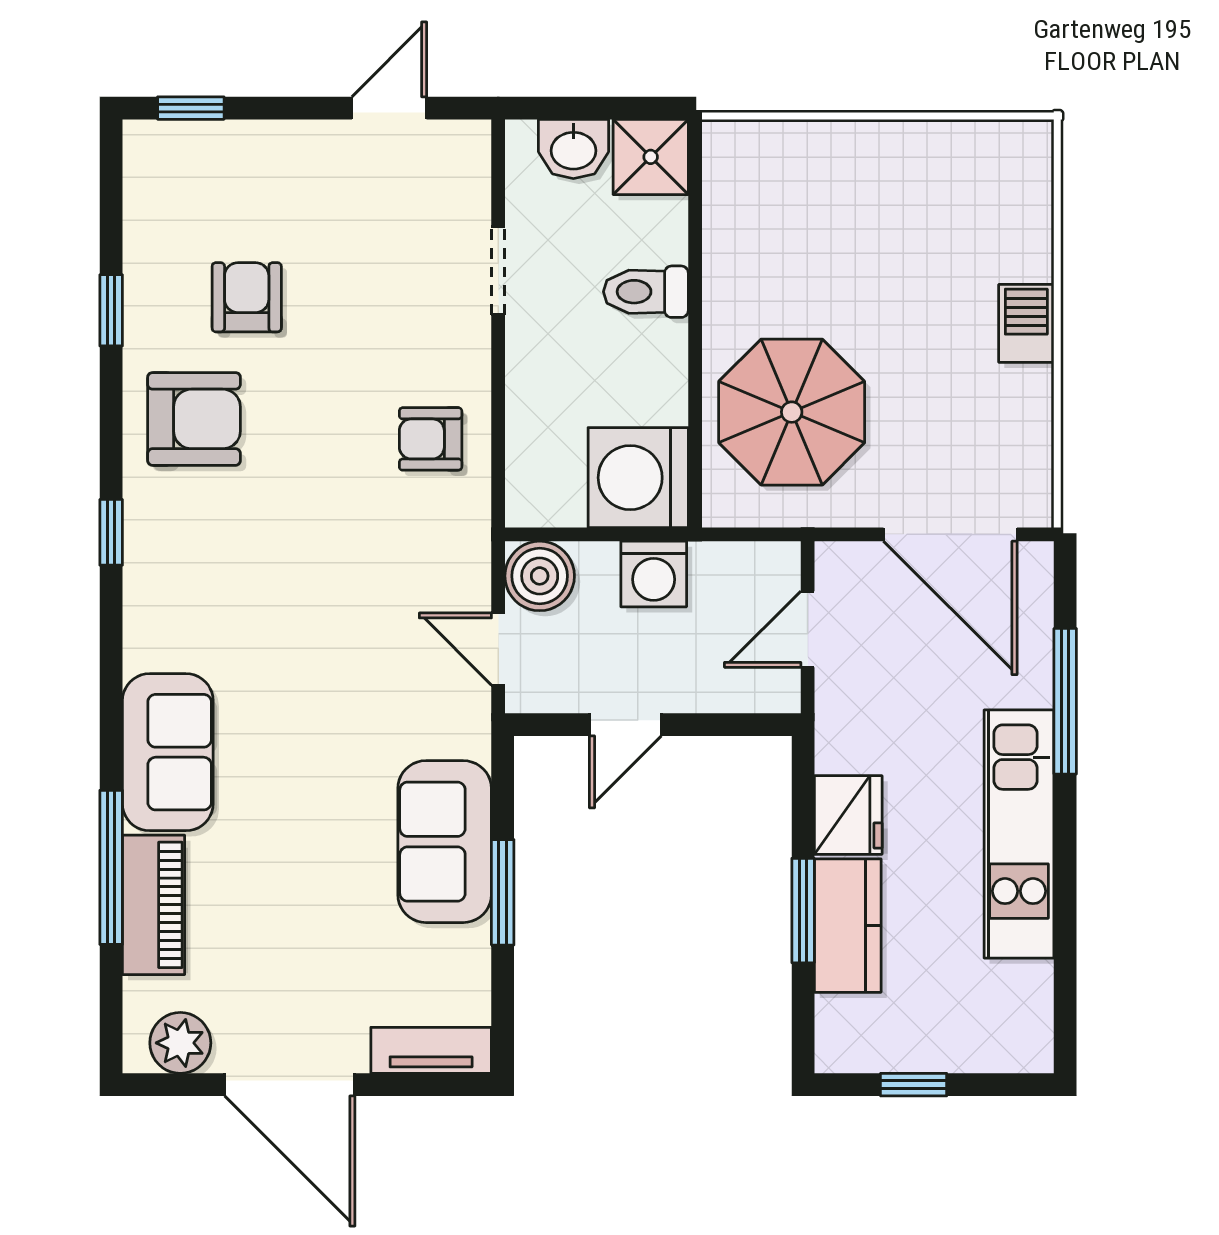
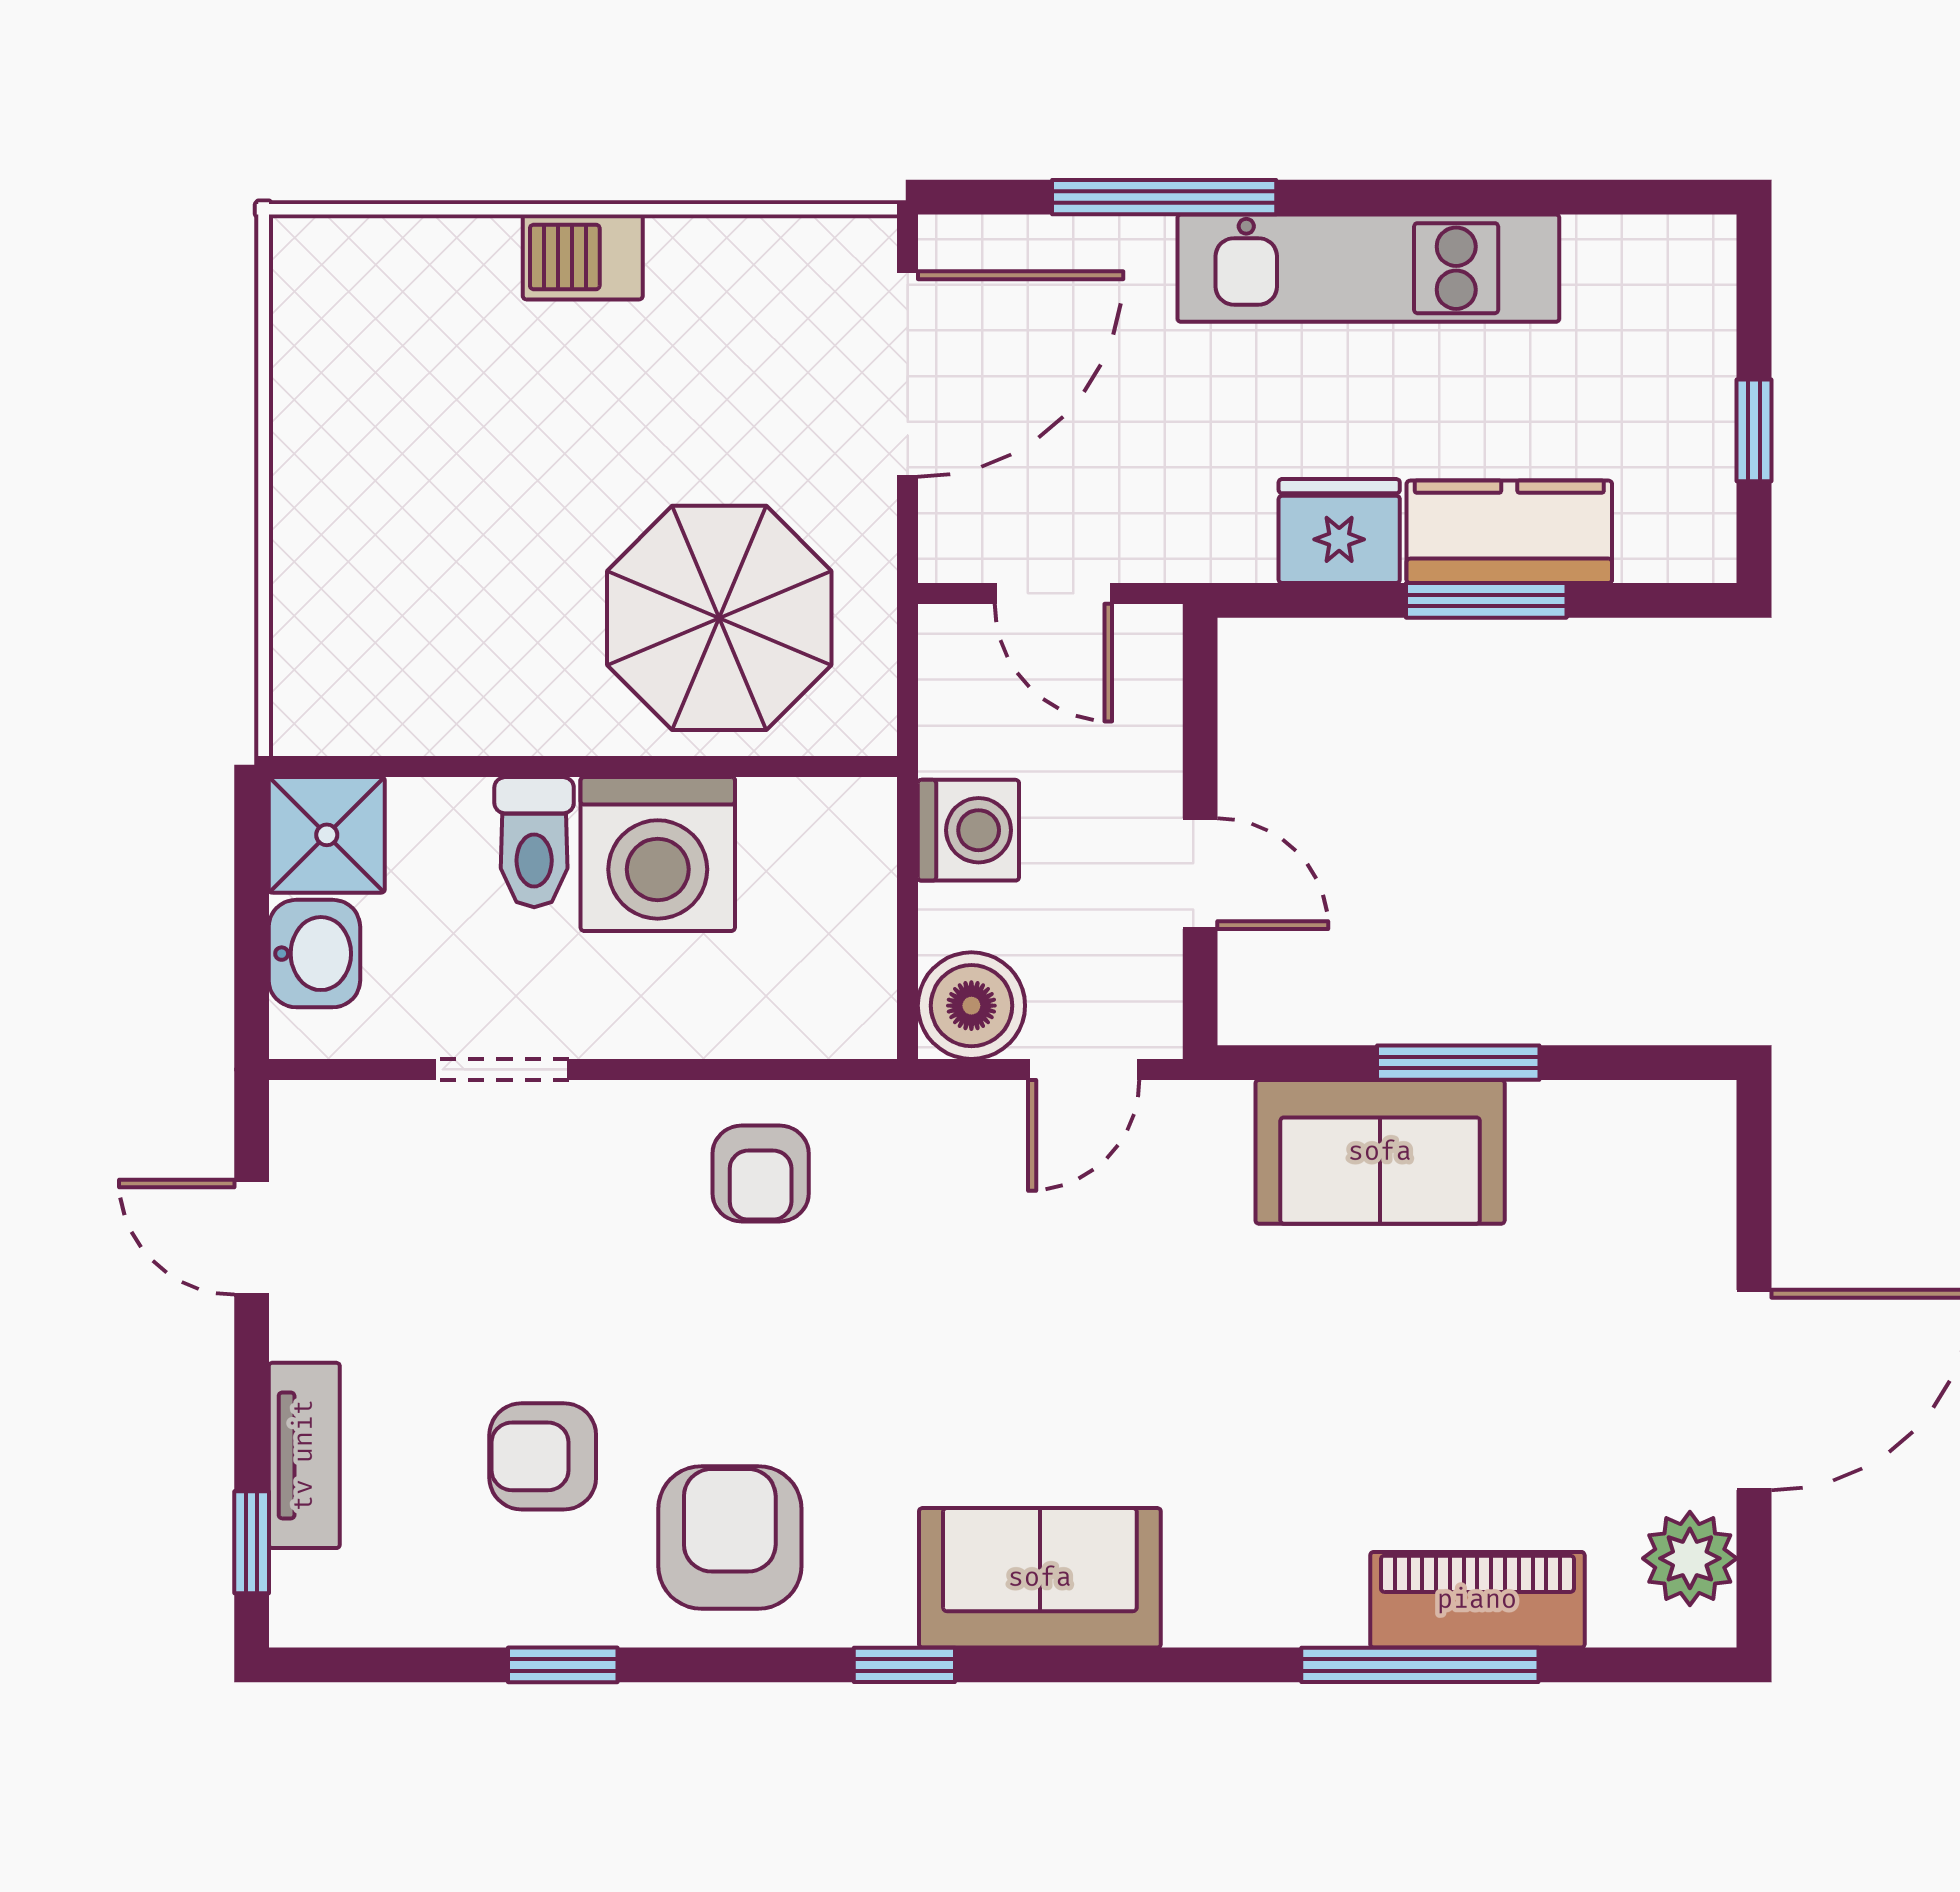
washing machine: (638, 478) -> (658, 854), moved
sofa: (168, 752) -> (1040, 1578), moved
tv unit: (431, 1050) -> (304, 1455), moved, turned 180

